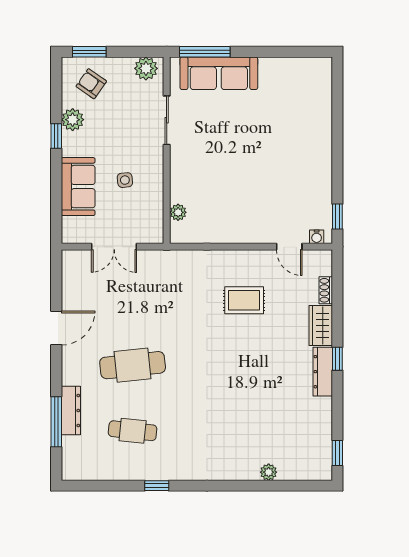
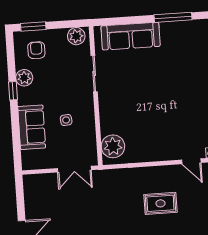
window: (205, 52) -> (173, 17), moved
armchair: (91, 84) -> (36, 50), turned 55
plant: (178, 212) -> (113, 146), width x1.88, depth x1.88
double door: (114, 247) -> (74, 169), moved

